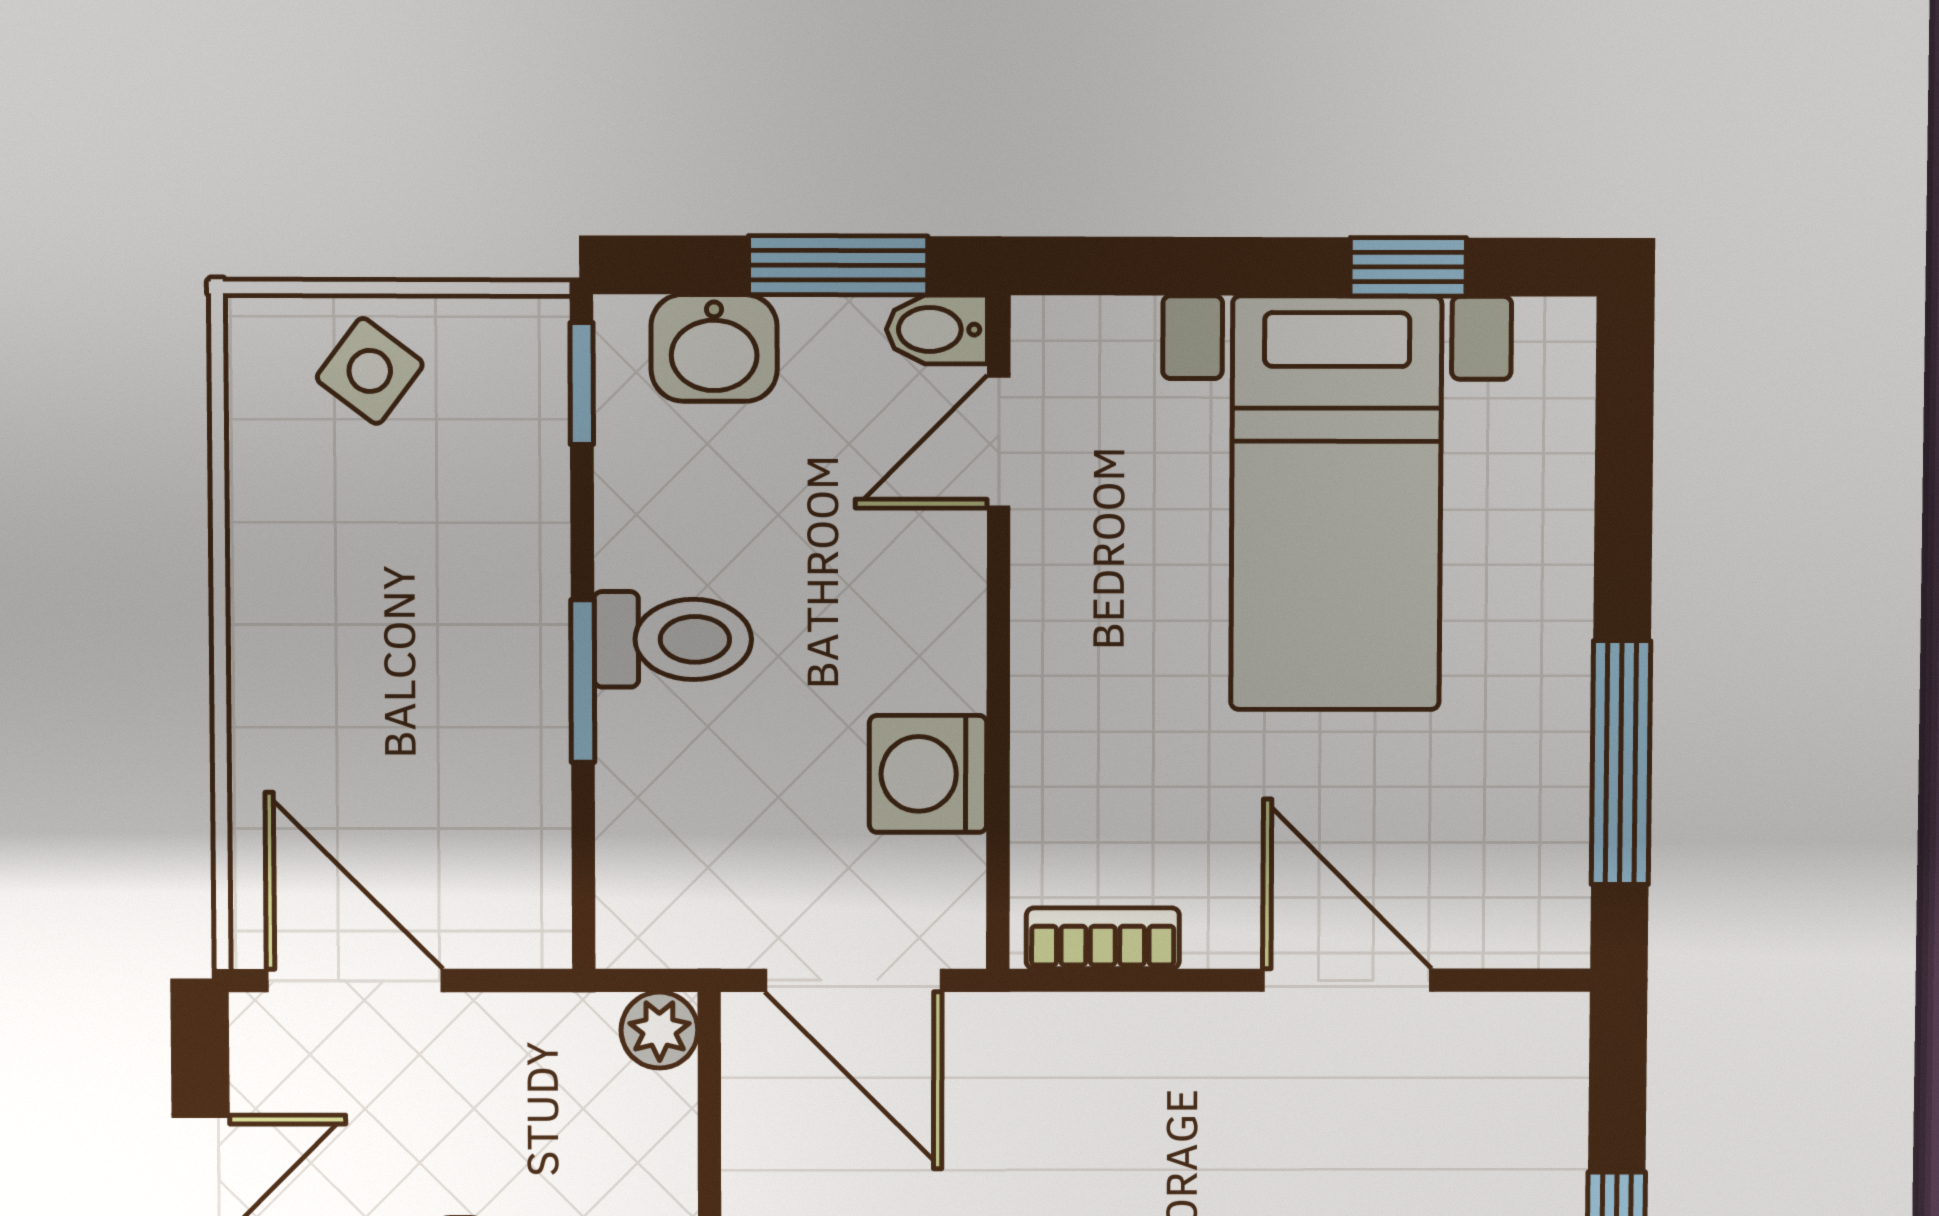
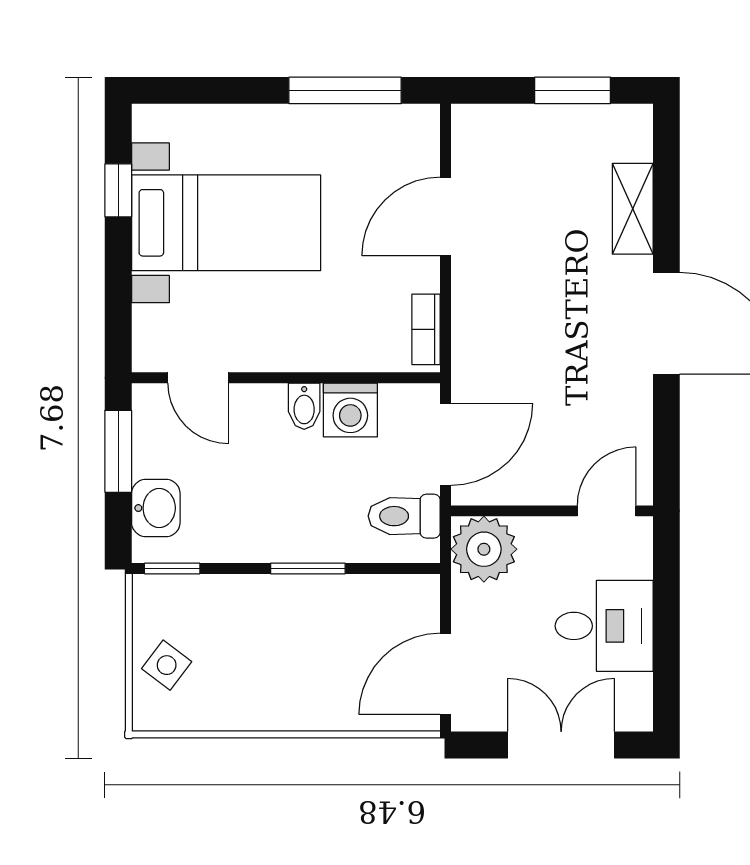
bidet: (937, 329) -> (304, 406), moved
toilet: (673, 639) -> (404, 516), moved, turned -90
plant: (659, 1030) -> (484, 549), width x1.88, depth x1.88

